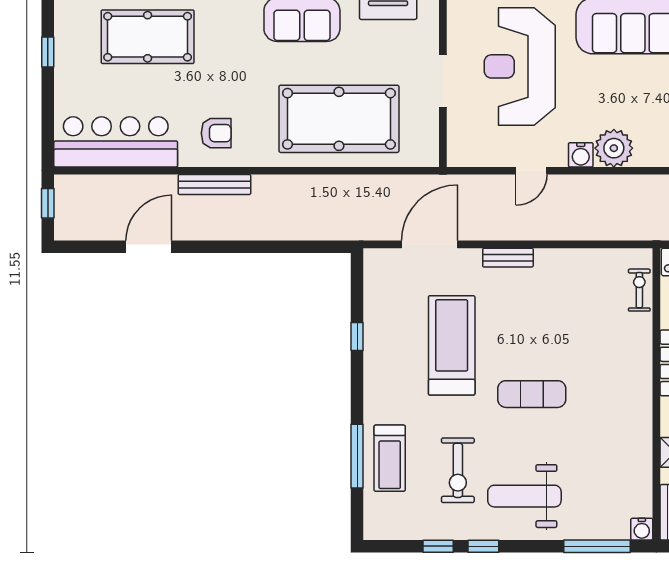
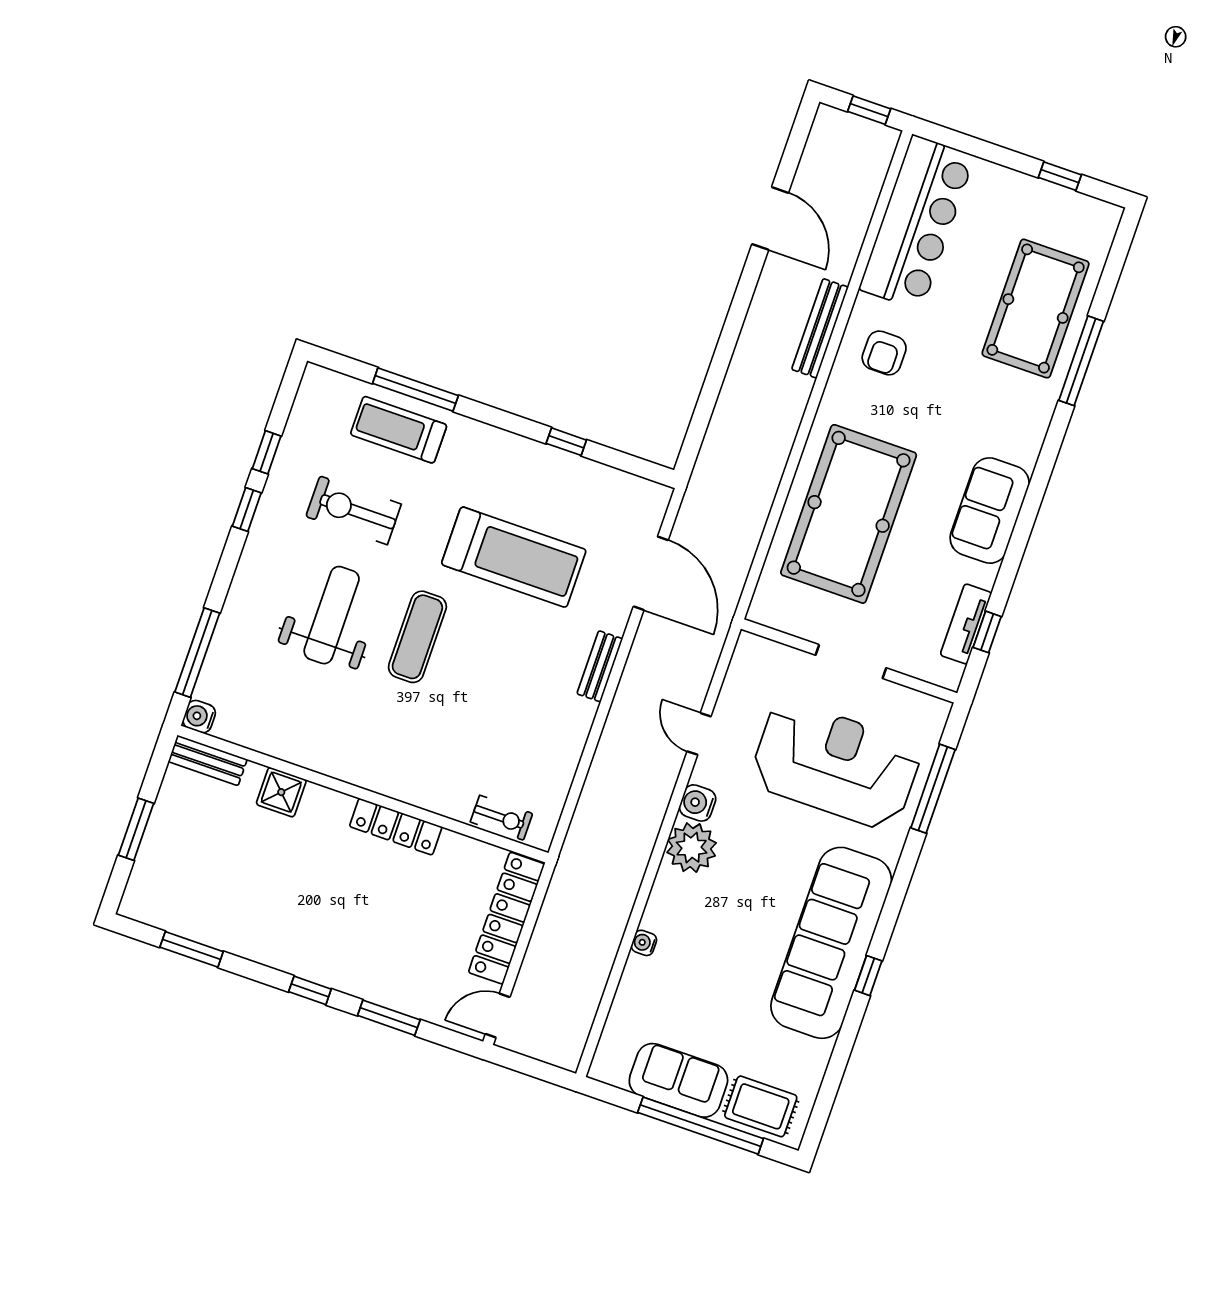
weight bench: (524, 496) -> (332, 615), moved

